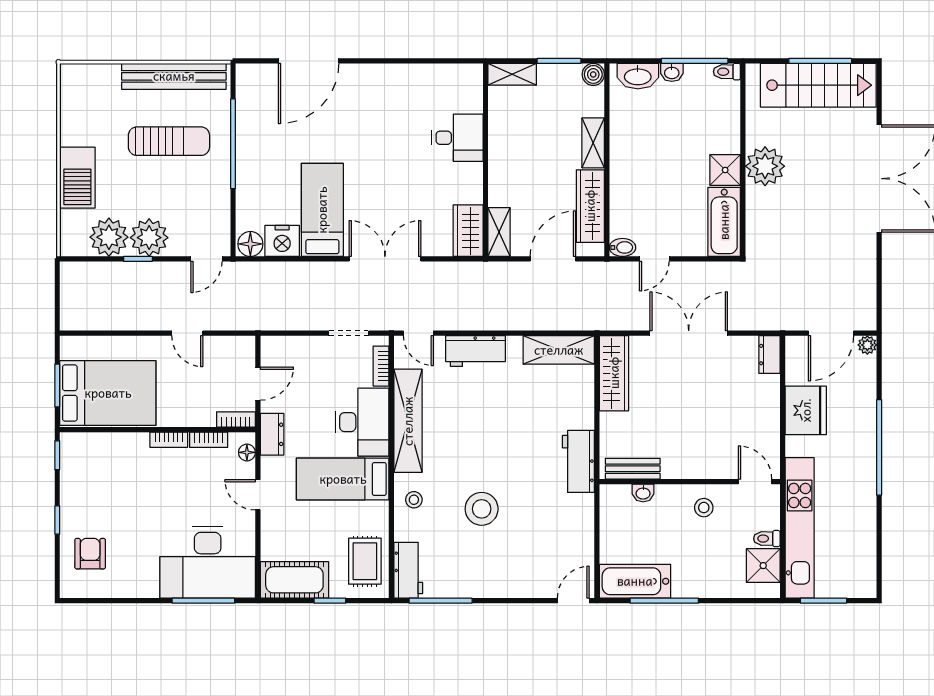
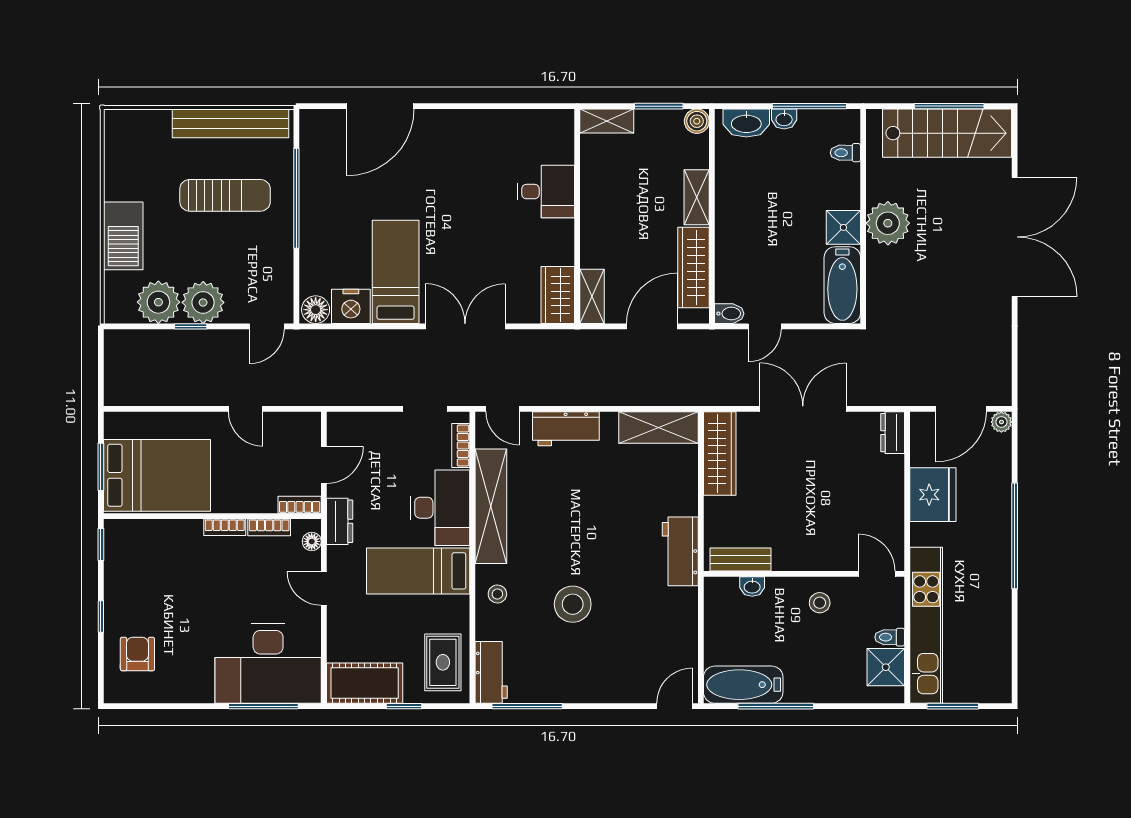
toilet: (727, 72) -> (845, 153), moved

